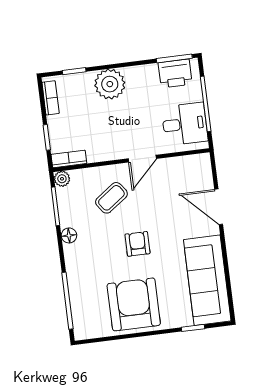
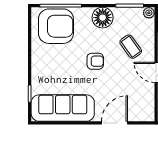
floor lamp: (69, 235) -> (103, 18), width x1.89, depth x1.89
armchair: (134, 304) -> (56, 26), moved

